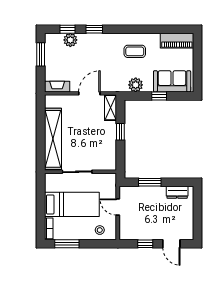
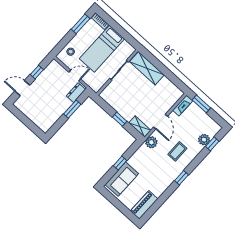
window: (94, 29) -> (181, 178), moved
coffee table: (135, 51) -> (177, 151), moved
window: (41, 54) -> (201, 104), moved
plant: (136, 85) -> (151, 142), moved
shelving: (53, 139) -> (147, 68), width x0.68
dresser: (177, 192) -> (76, 93), moved

